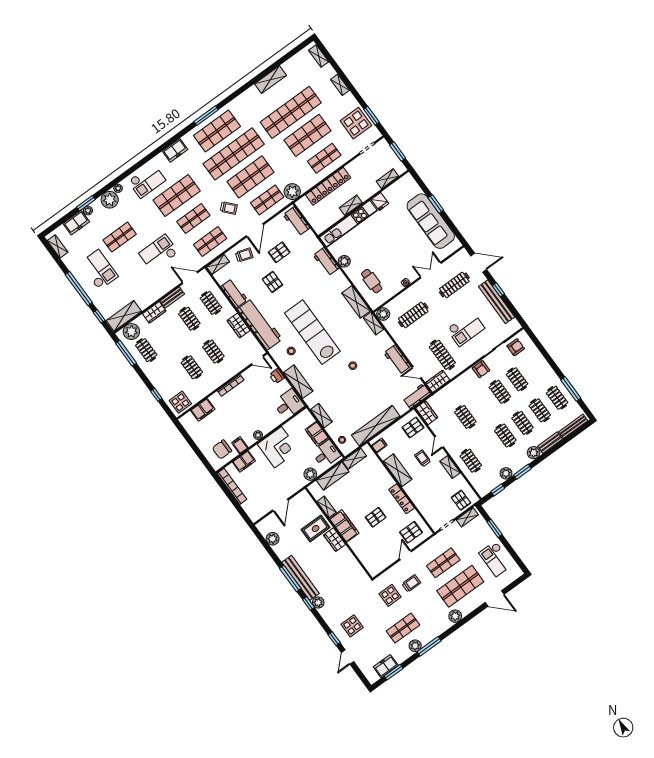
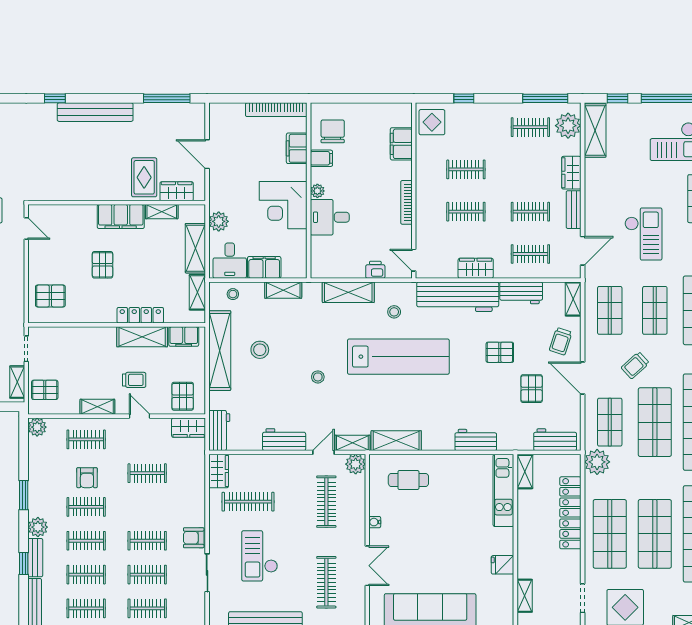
shop shelf: (324, 158) -> (610, 534), width x1.43, depth x1.36
shelving: (351, 205) -> (525, 472), moved
kitchen unit: (348, 224) -> (503, 490), width x0.73
plant: (344, 261) -> (459, 463), removed
armchair: (516, 347) -> (87, 478), moved
door: (257, 360) -> (414, 260), hinge flipped
clothes rail: (534, 367) -> (147, 608), added
door: (417, 373) -> (324, 452), moved
desk: (289, 404) -> (330, 217), moved, turned 90
stool: (360, 405) -> (260, 350), added
filing cabinet: (379, 445) -> (184, 337), width x2.00
plant: (506, 473) -> (37, 427), moved
window: (498, 490) -> (24, 564), moved
locker: (402, 499) -> (140, 315), moved
pallet: (411, 532) -> (50, 296), turned 90
plant: (273, 539) -> (171, 113), removed
wardrobe: (335, 540) -> (177, 191), moved
door: (405, 555) -> (26, 228), moved
window: (290, 579) -> (167, 98), moved
plant: (318, 603) -> (47, 112), removed

